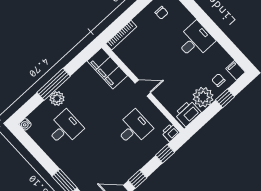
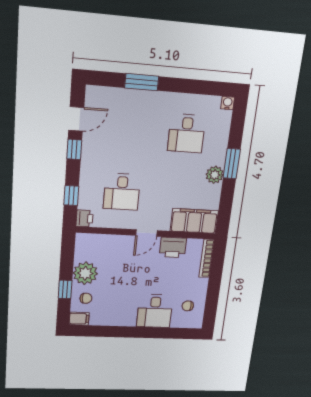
desk: (195, 40) -> (155, 311), moved
window: (54, 84) -> (232, 164), width x0.69
plant: (57, 98) -> (215, 175), moved
printer: (188, 113) -> (173, 247), moved, turned 90

